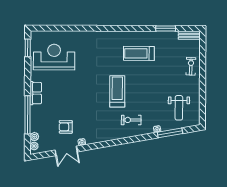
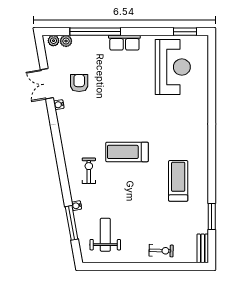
treadmill: (117, 91) -> (127, 152), turned 180
weight bench: (179, 108) -> (105, 235), turned 90

